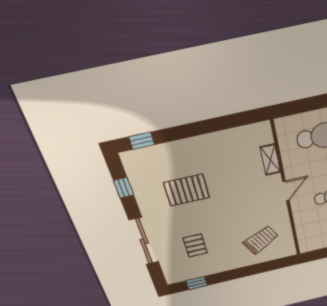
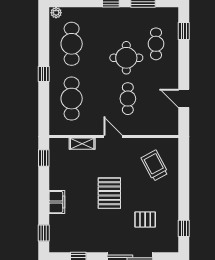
window: (242, 119) -> (44, 158), added
filing cabinet: (188, 147) -> (57, 202), added
pallet: (187, 190) -> (109, 193), moved

